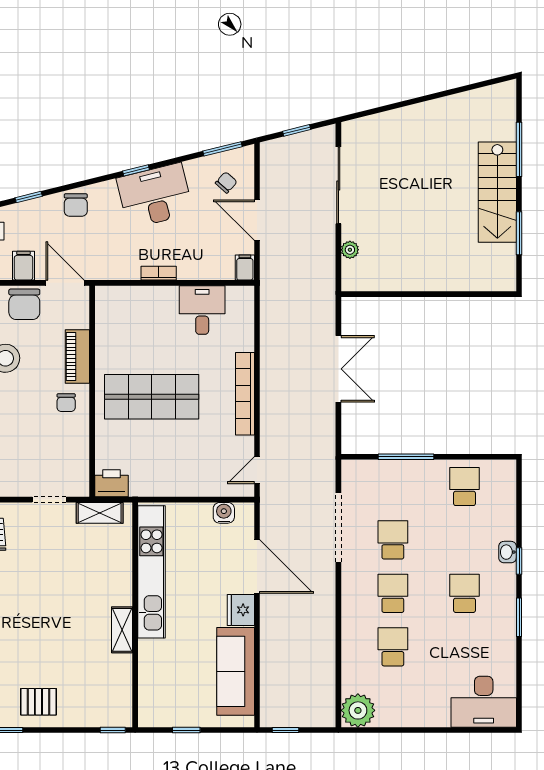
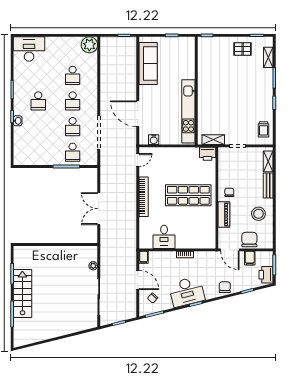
school desk: (464, 486) -> (73, 152), moved
fridge: (241, 610) -> (146, 93), removed
shelving: (122, 630) -> (203, 83), removed

